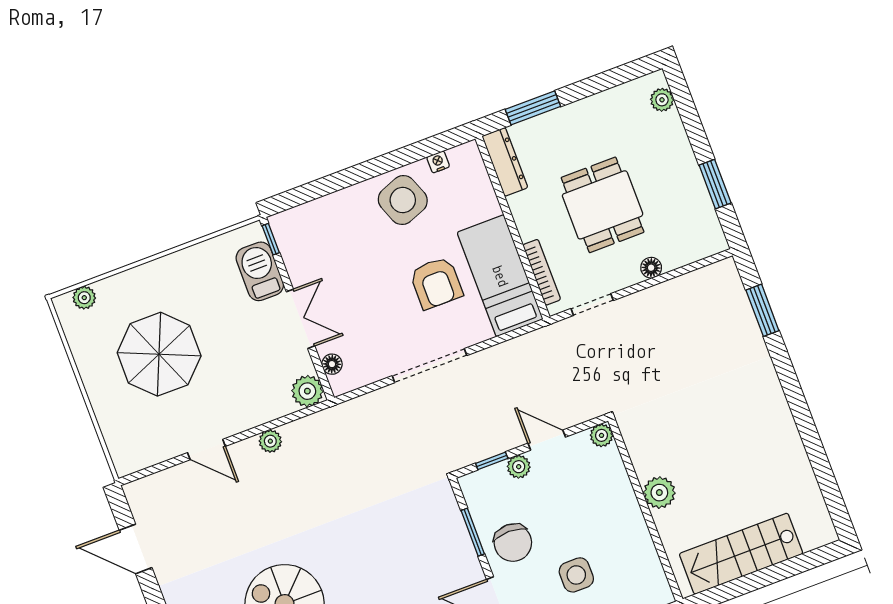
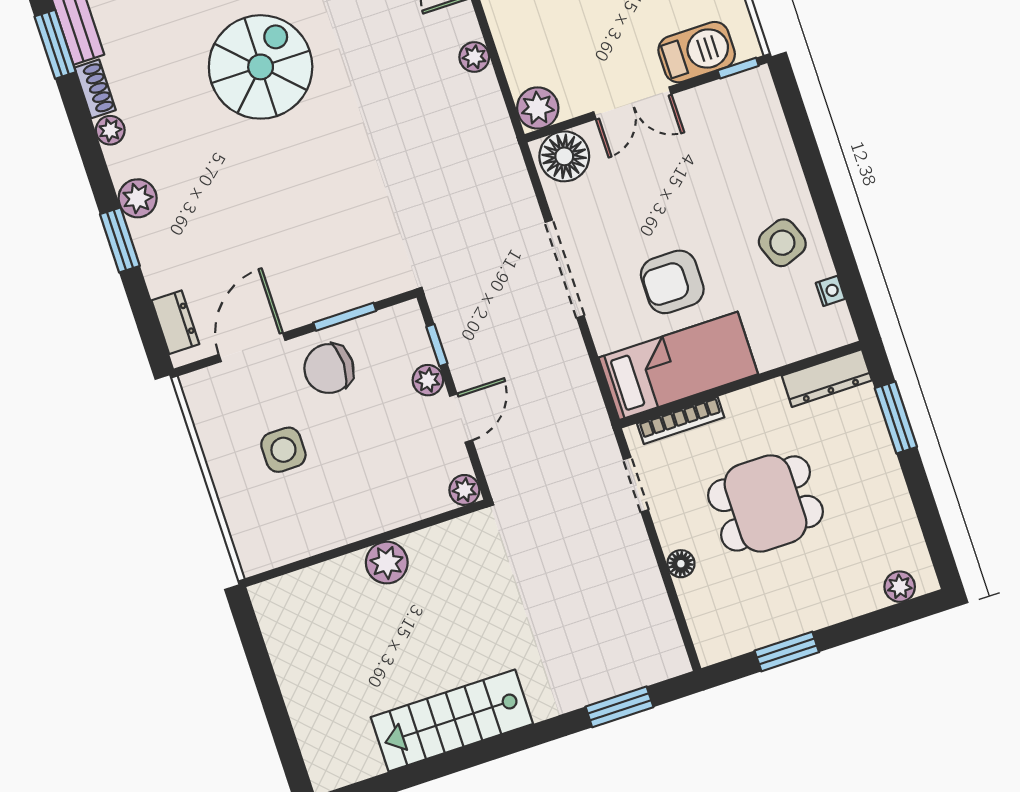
side table: (403, 200) -> (782, 243), width x0.73, depth x0.73
floor lamp: (332, 364) -> (564, 156), width x1.89, depth x1.89
stairs: (741, 554) -> (452, 721), moved, turned -90

